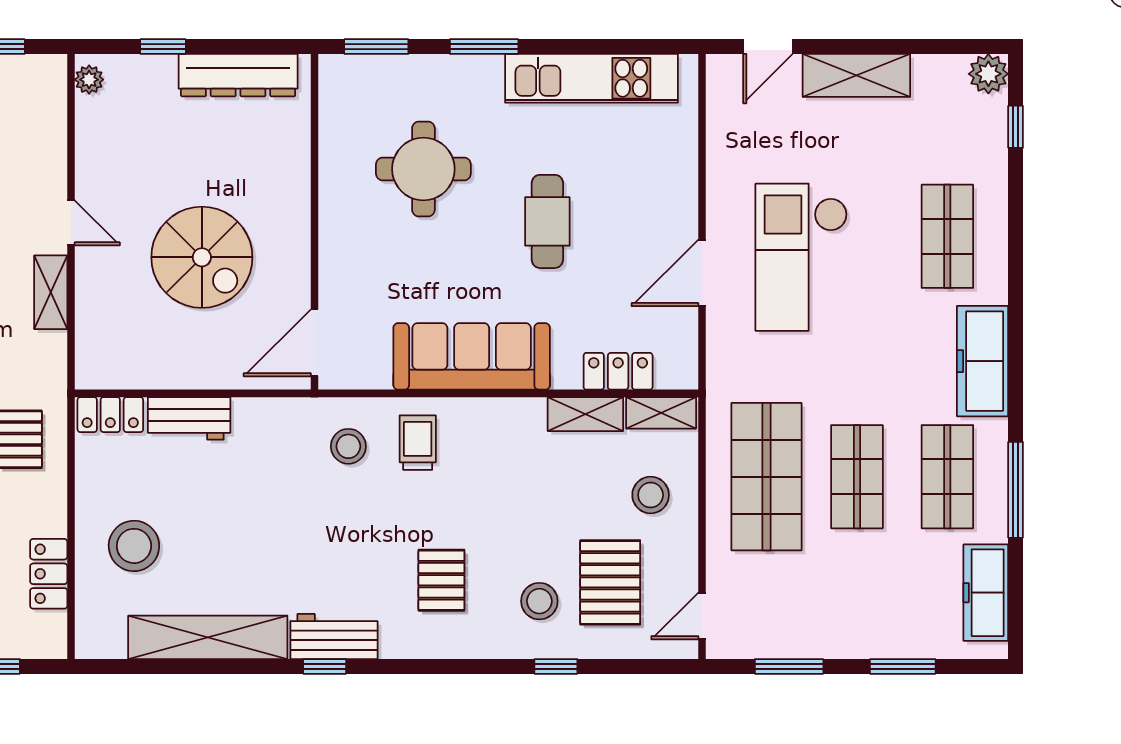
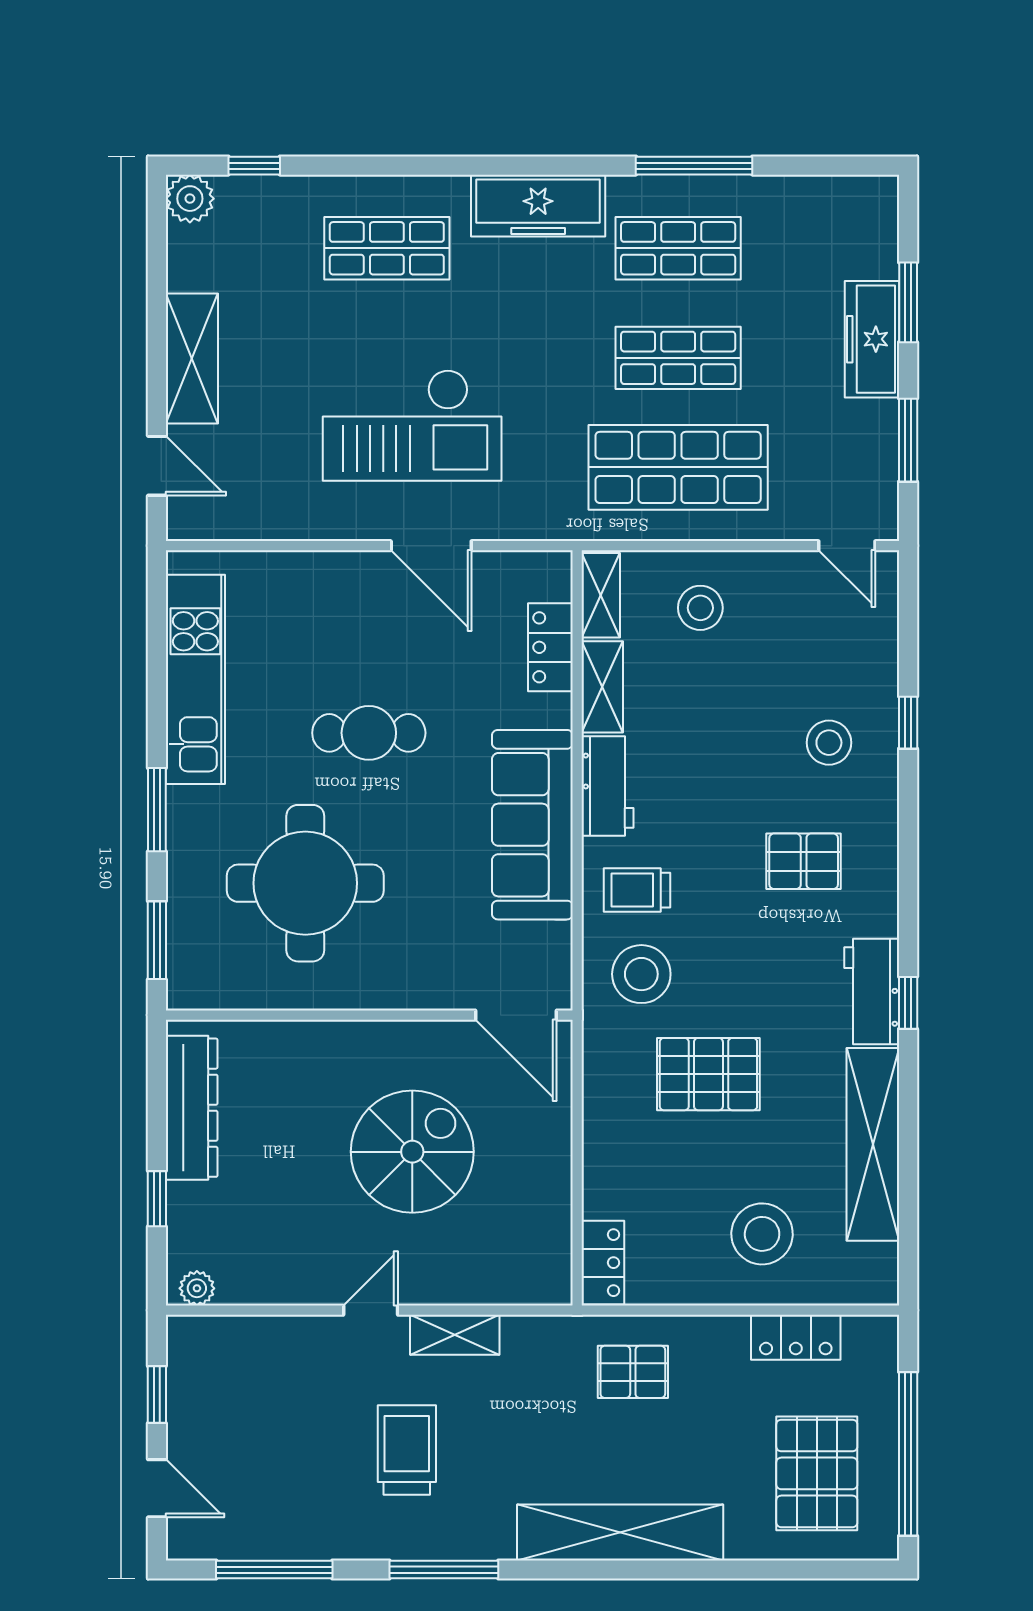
round table: (423, 169) -> (305, 883), width x1.36, depth x1.36
workbench: (189, 418) -> (607, 786), moved
stool: (348, 446) -> (641, 974), width x1.38, depth x1.38
pallet: (610, 582) -> (708, 1074), moved
freezer: (986, 593) -> (872, 339), moved, turned 90

